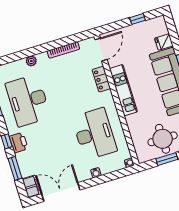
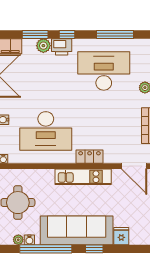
locker: (101, 79) -> (90, 157), moved
plant: (22, 158) -> (43, 46), added

